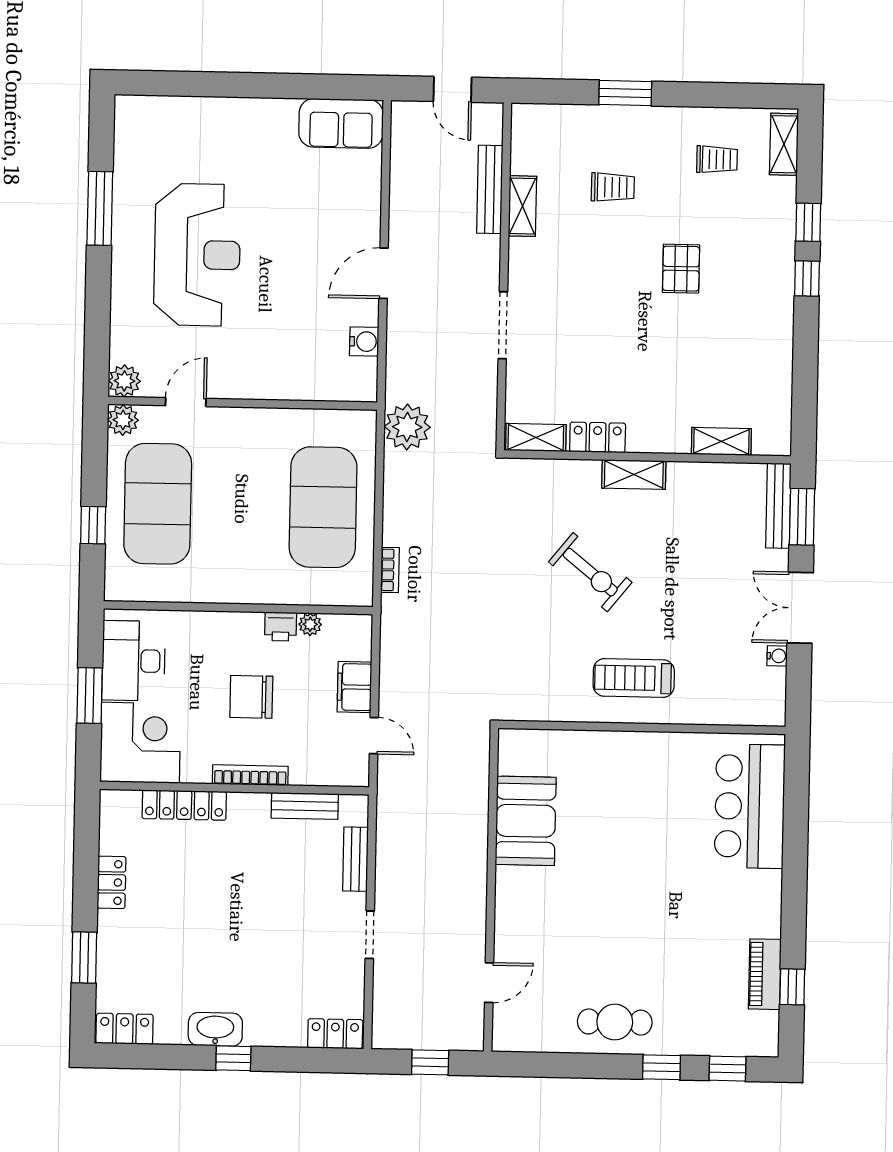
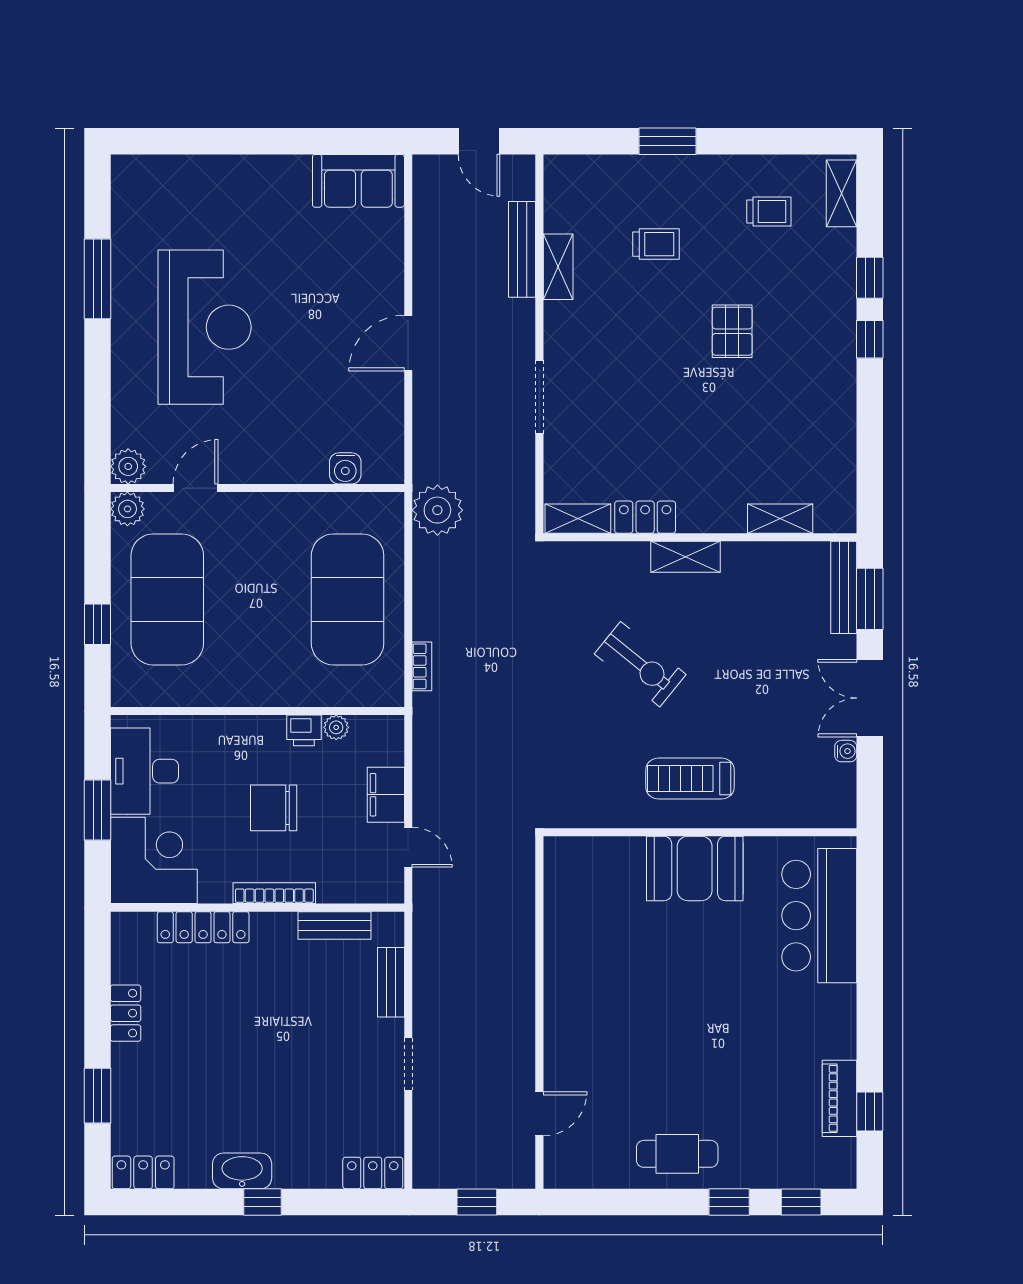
water cooler: (364, 342) -> (345, 468), moved, turned 90
booth: (526, 821) -> (695, 868), moved, turned 90

